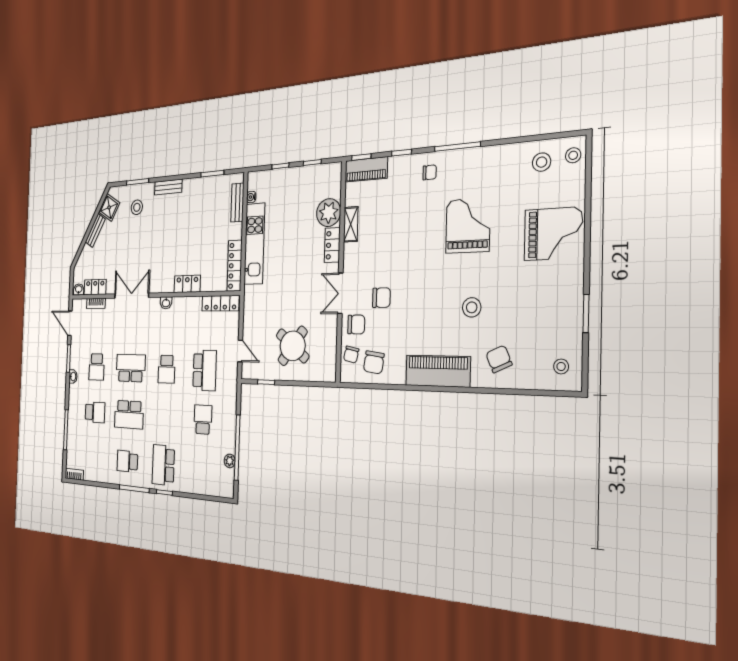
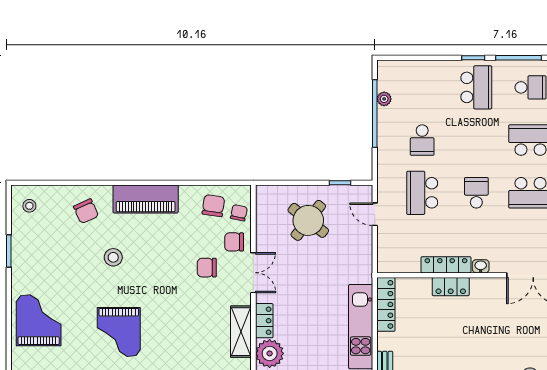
shelving: (351, 224) -> (241, 332), width x1.50, depth x1.33
grand piano: (553, 234) -> (39, 320), turned 90
locker: (220, 303) -> (446, 265), moved

